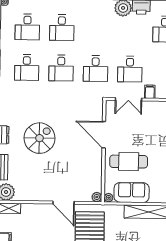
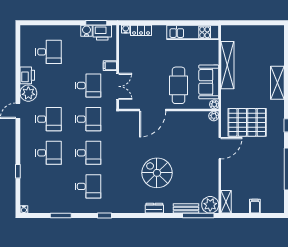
desk: (27, 27) -> (48, 119), moved

